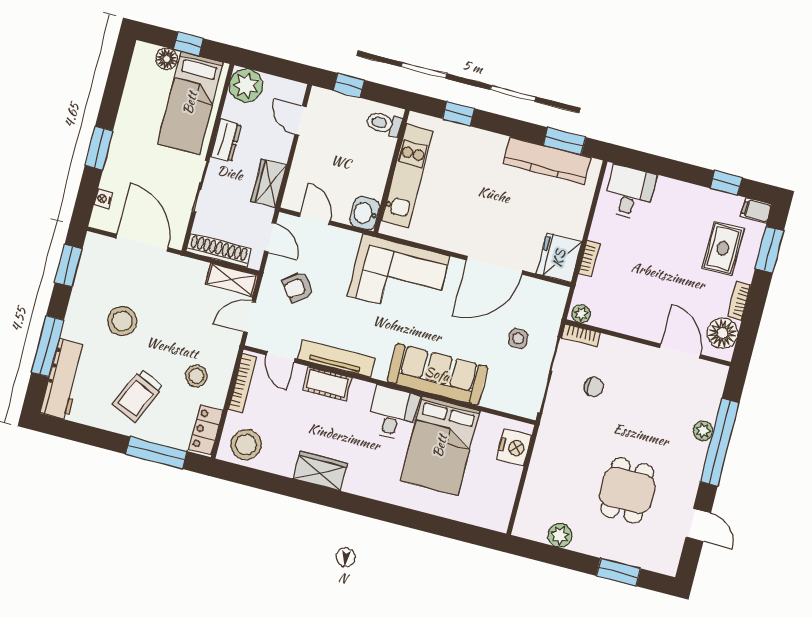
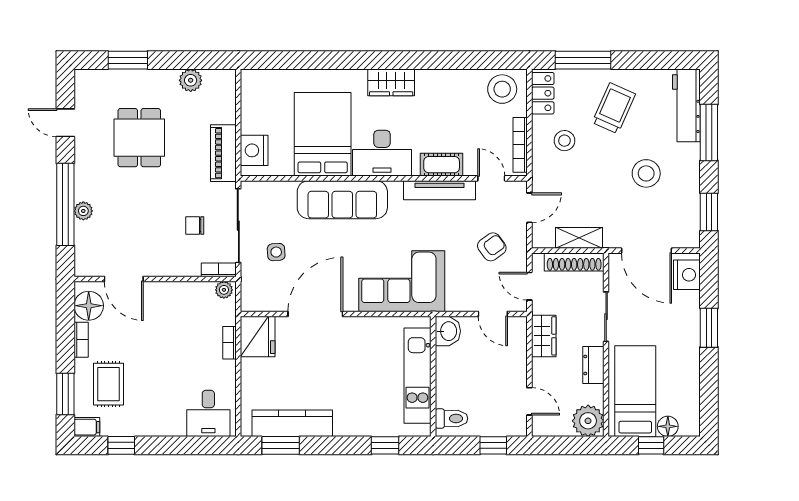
nightstand: (103, 199) -> (687, 275), width x1.89, depth x1.79
shelving: (232, 280) -> (579, 238), moved
desk: (393, 413) -> (382, 153), width x1.37
piano: (546, 453) -> (223, 153), added
wardrobe: (320, 471) -> (391, 82), moved

